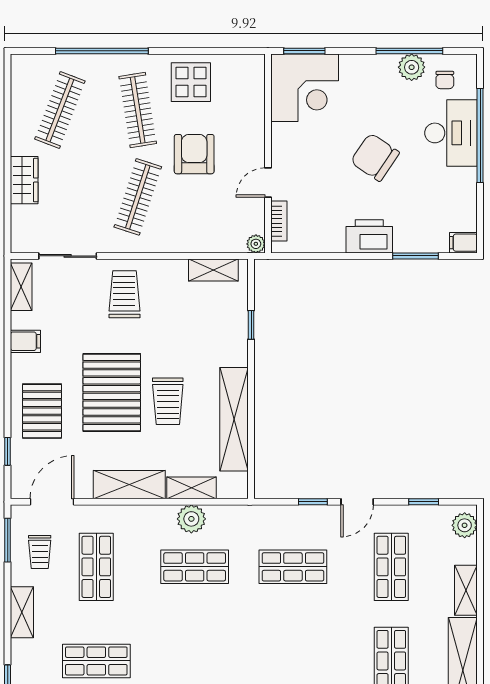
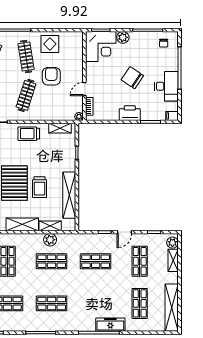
plant: (412, 67) -> (123, 37), moved
desk: (451, 133) -> (166, 86), moved
trolley: (124, 294) -> (29, 134), moved, turned -90
shelving: (466, 590) -> (173, 260), moved
shop shelf: (195, 661) -> (52, 303), added

